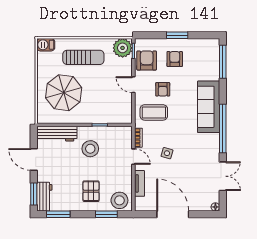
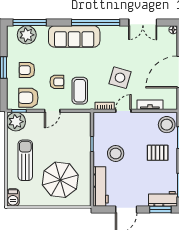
plant: (210, 59) -> (27, 35), added
side table: (167, 153) -> (120, 78), width x1.87, depth x1.87
double door: (223, 176) -> (143, 22), swing flipped

